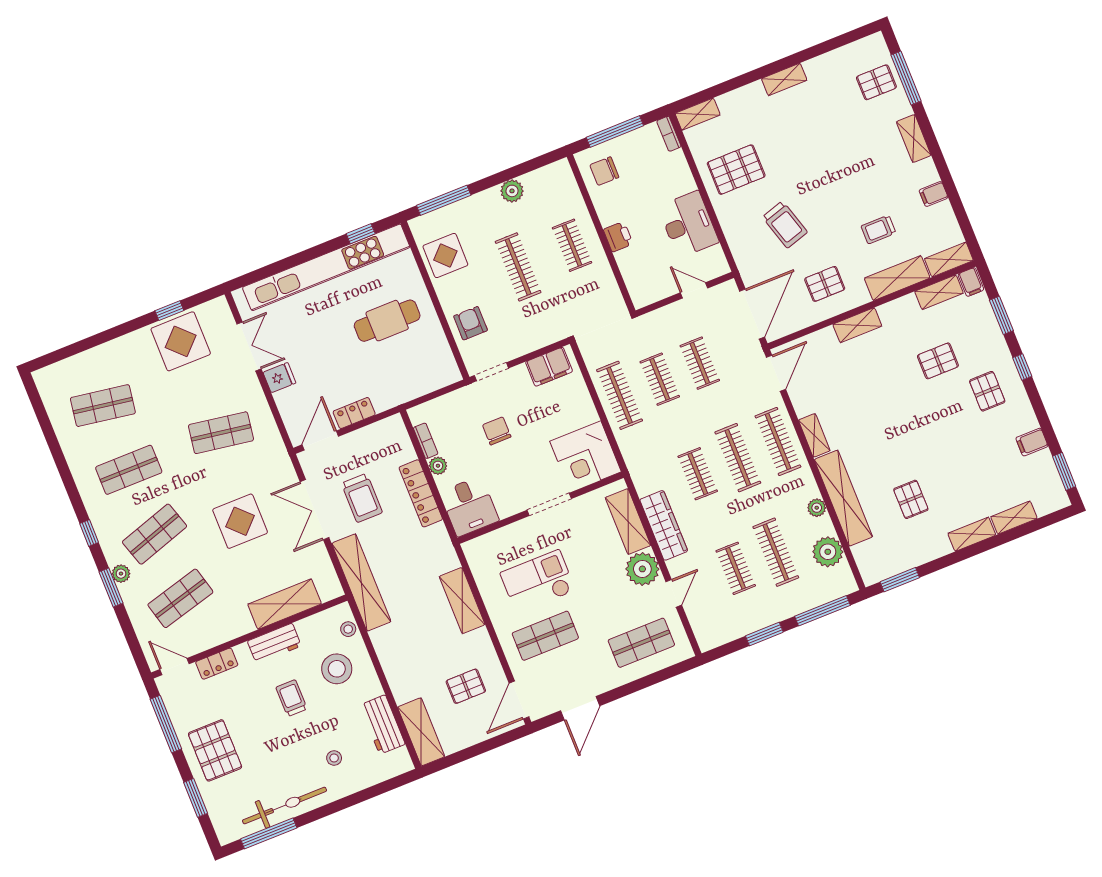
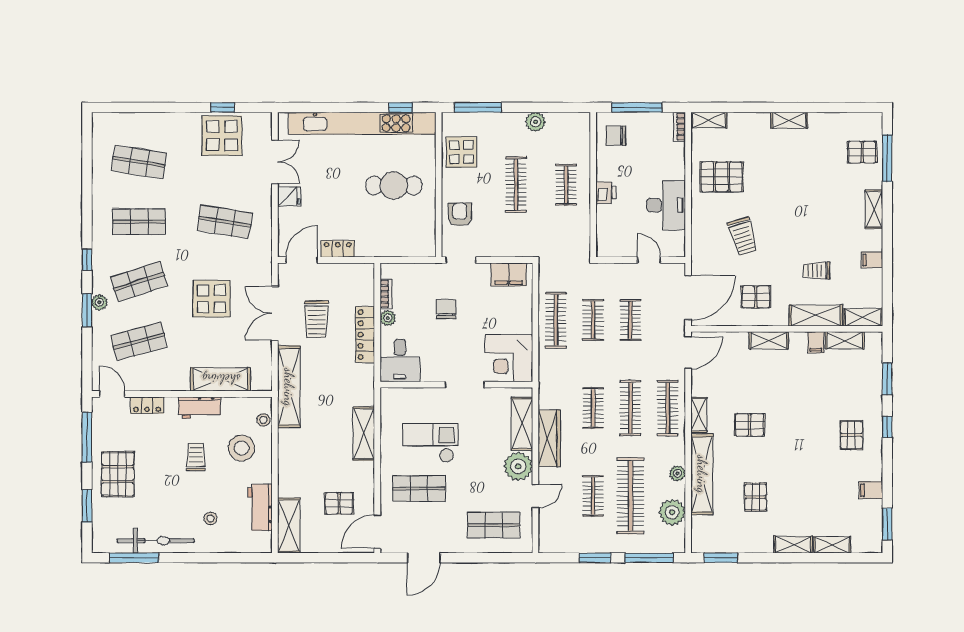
filing cabinet: (971, 282) -> (816, 342), moved
pallet: (938, 361) -> (750, 425), moved
clothes rail: (776, 552) -> (630, 496), width x1.37, depth x1.31

